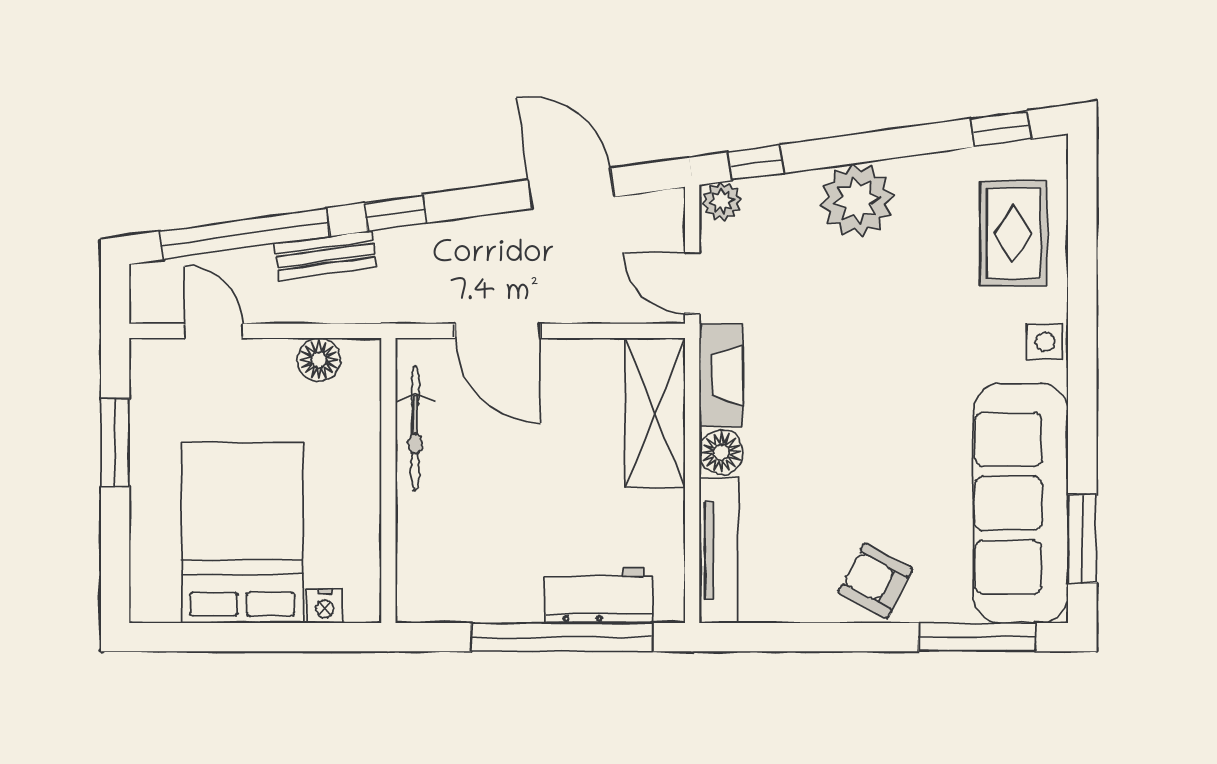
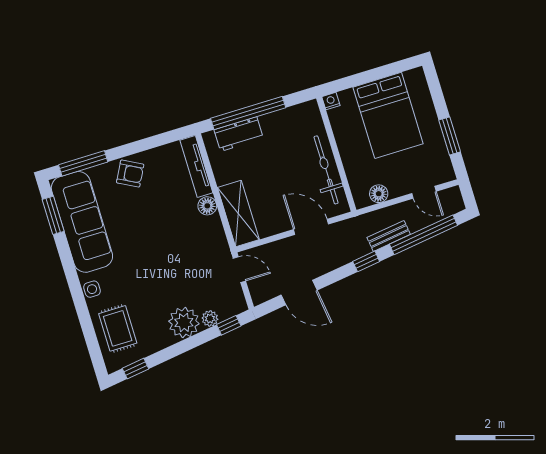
plant: (722, 201) -> (210, 319), moved
fireplace: (721, 375) -> (217, 236), removed
bicycle: (415, 429) -> (326, 170), width x1.37, depth x1.40
nightstand: (325, 606) -> (331, 101), moved

